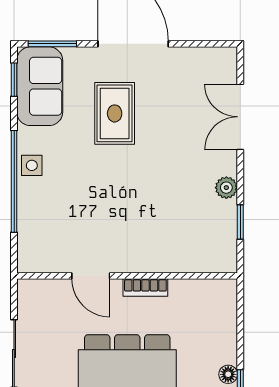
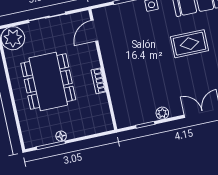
door: (91, 276) -> (94, 31), moved

